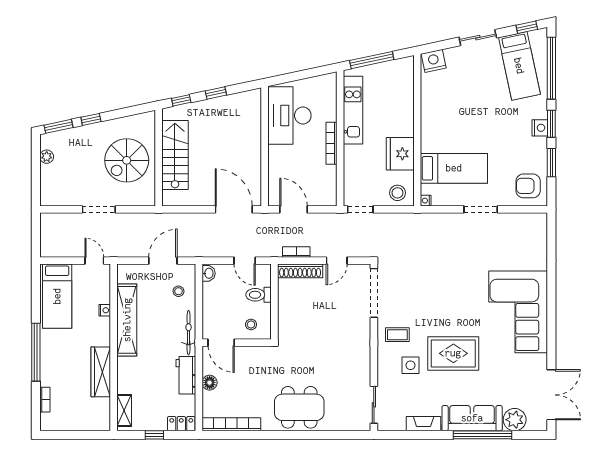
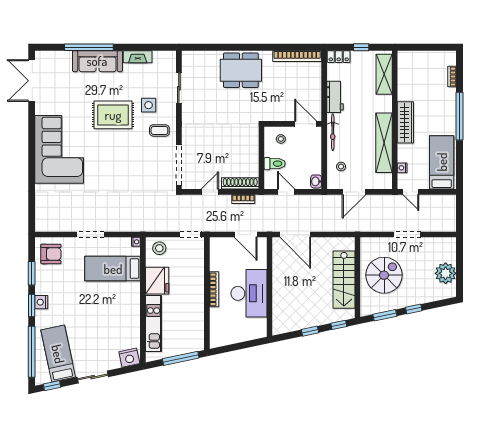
kitchen unit: (353, 110) -> (154, 324), moved, turned 180
desk: (289, 115) -> (249, 293), moved
window: (58, 126) -> (385, 315), moved
plant: (47, 157) -> (446, 273), width x1.88, depth x1.88
nightstand: (105, 310) -> (402, 168), moved
wardrobe: (101, 372) -> (405, 122), moved
floor lamp: (210, 383) -> (315, 91), removed
sliding door: (374, 405) -> (179, 88), moved
shelving: (124, 411) -> (384, 74), width x1.50, depth x1.33
plant: (515, 420) -> (62, 60), removed

